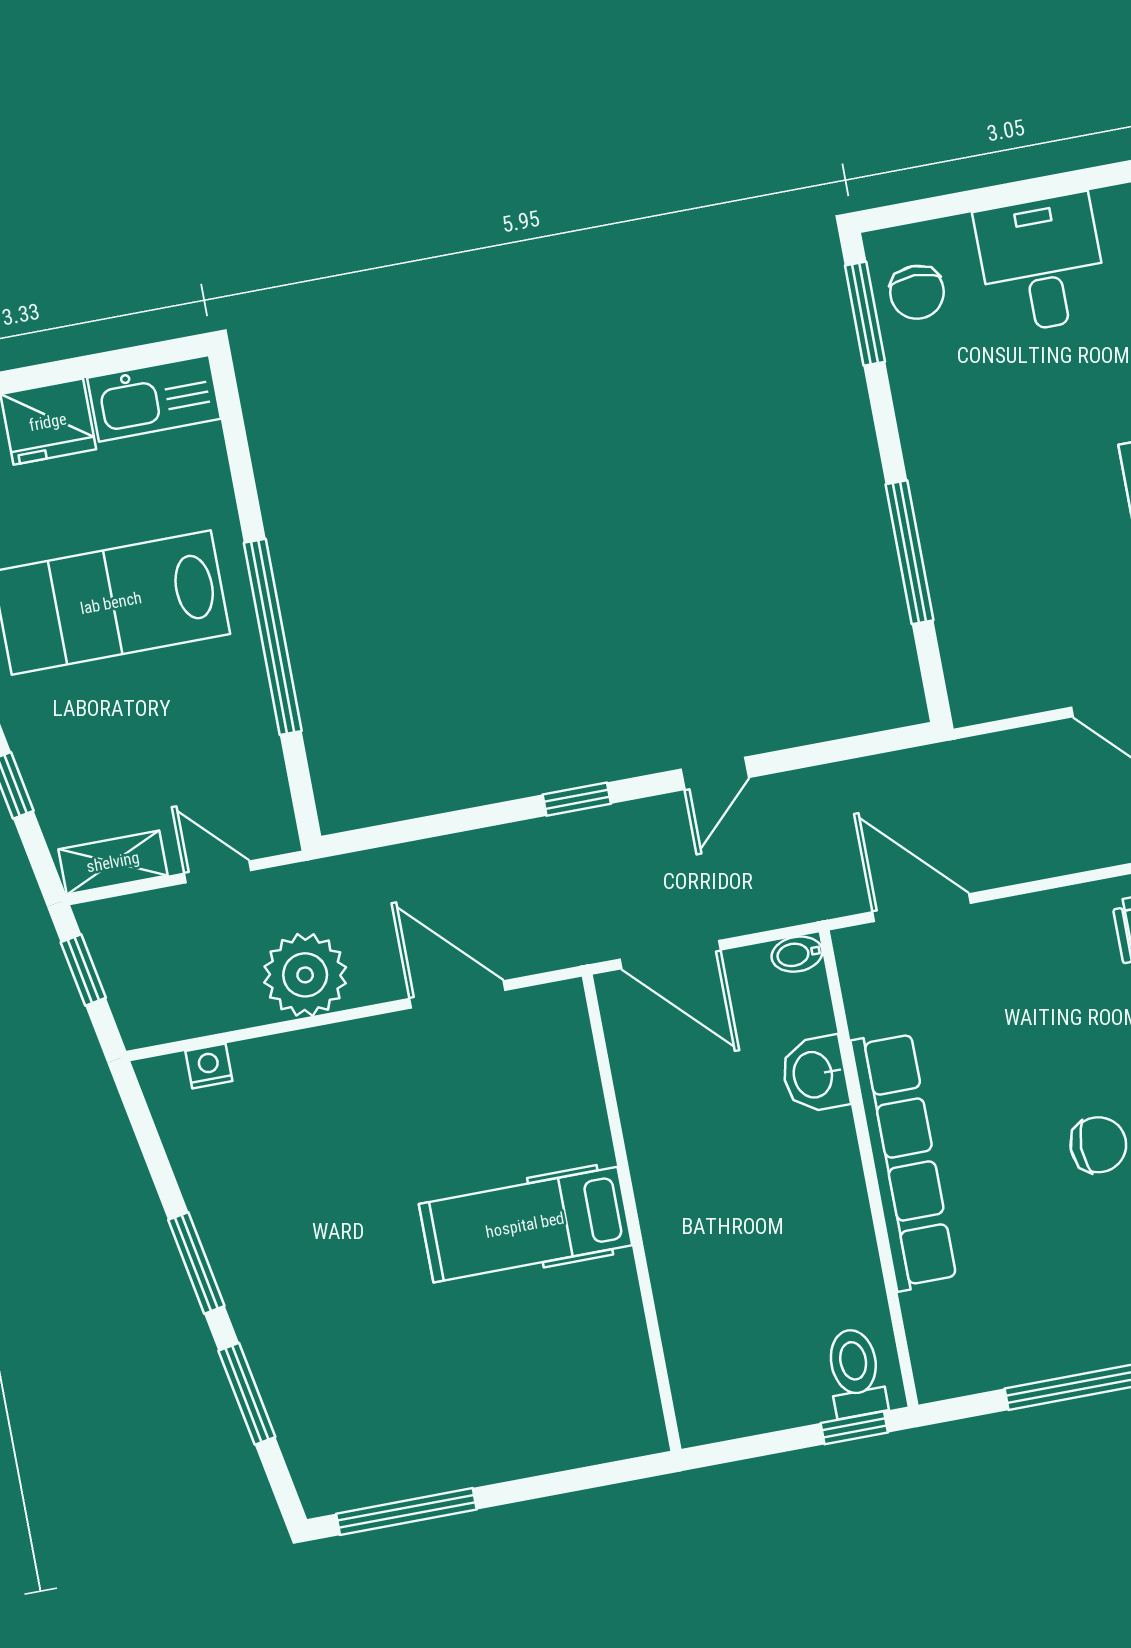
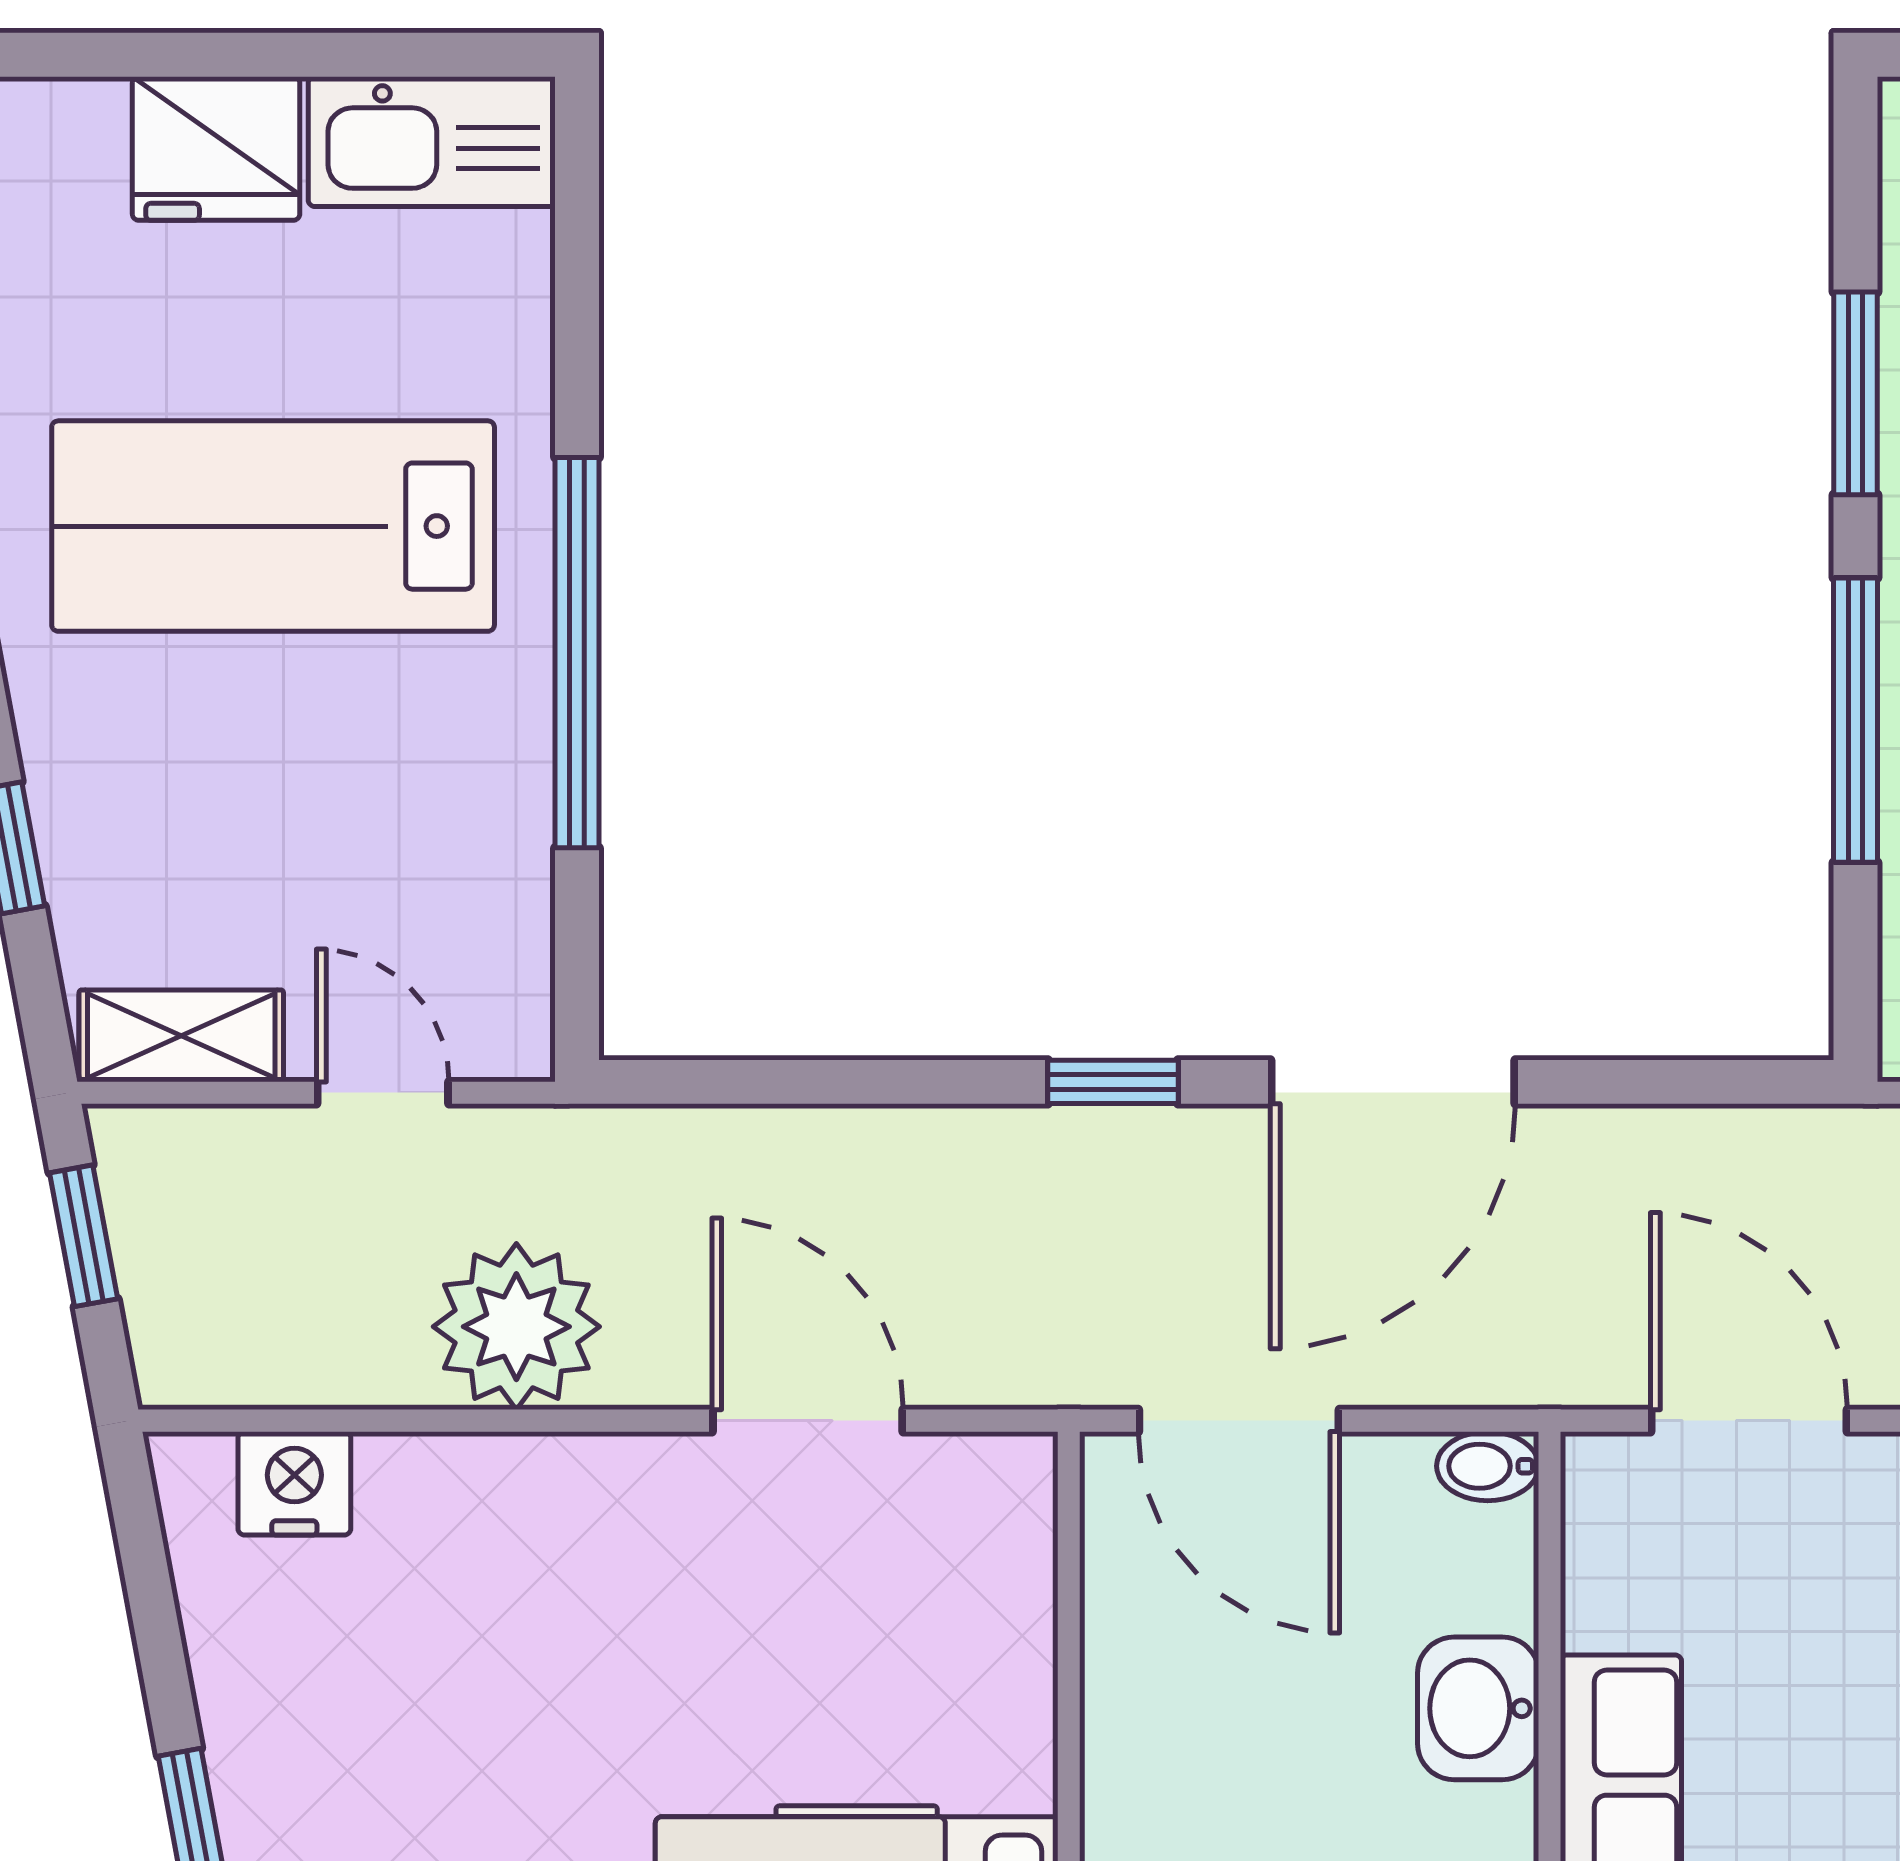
window: (865, 314) -> (1856, 393), moved
door: (715, 773) -> (1393, 1082), width x1.88
nightstand: (209, 1066) -> (294, 1483), width x1.39, depth x1.35

